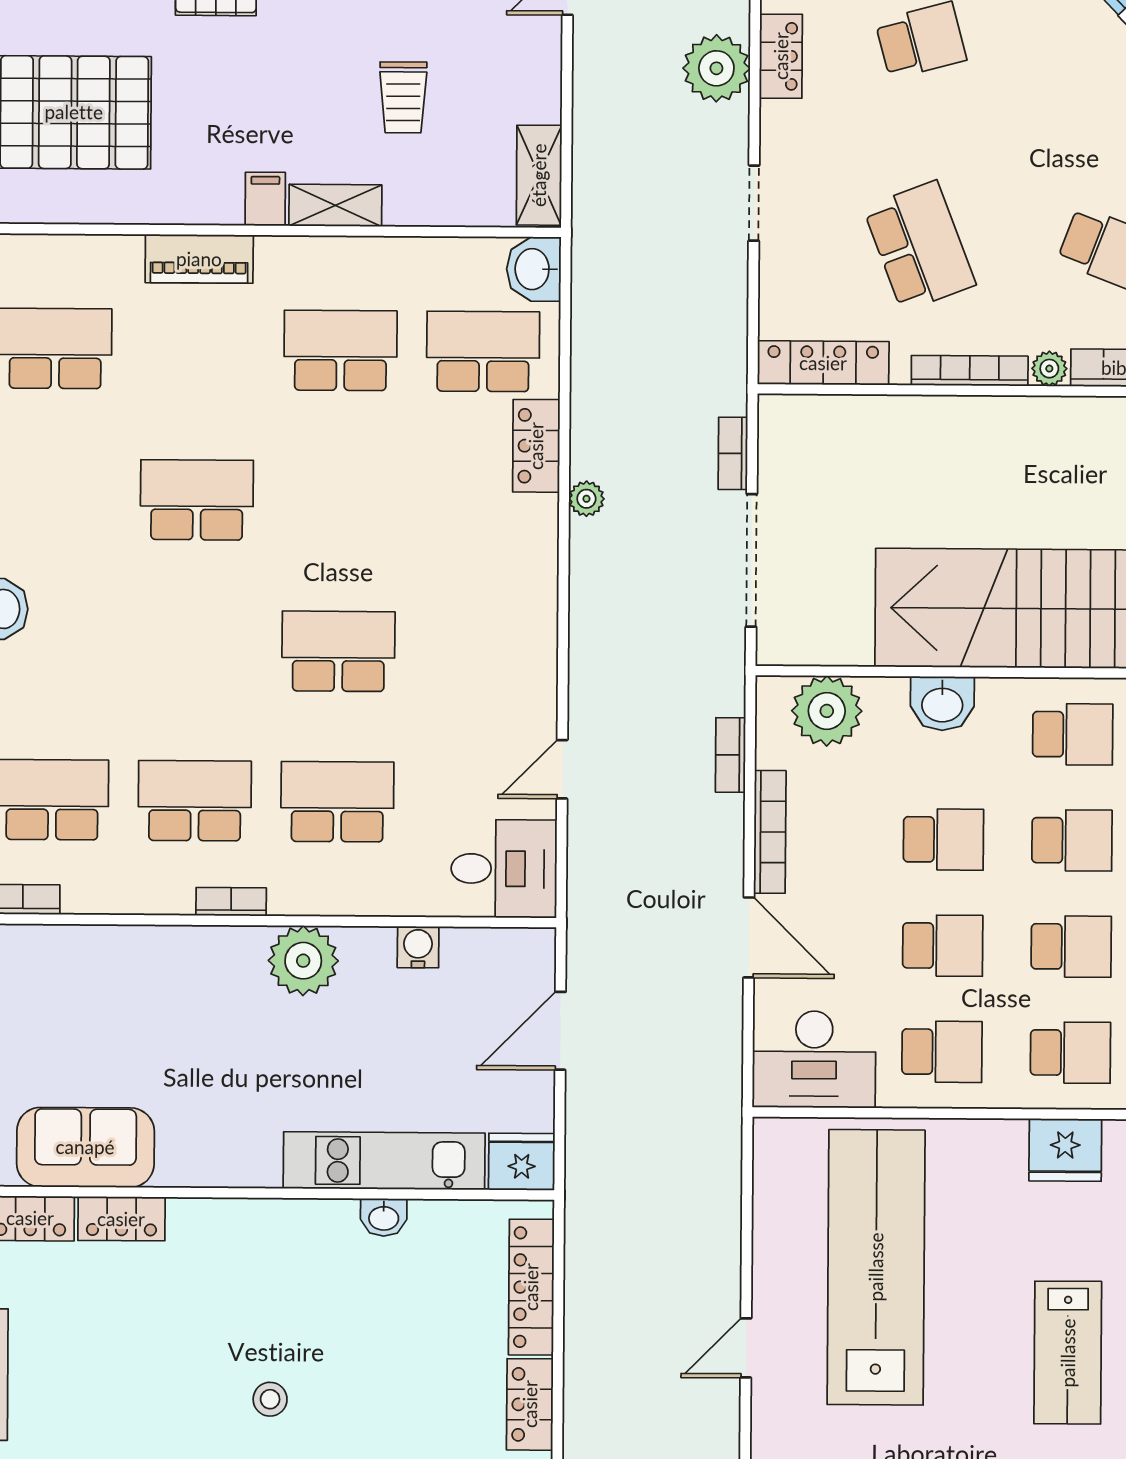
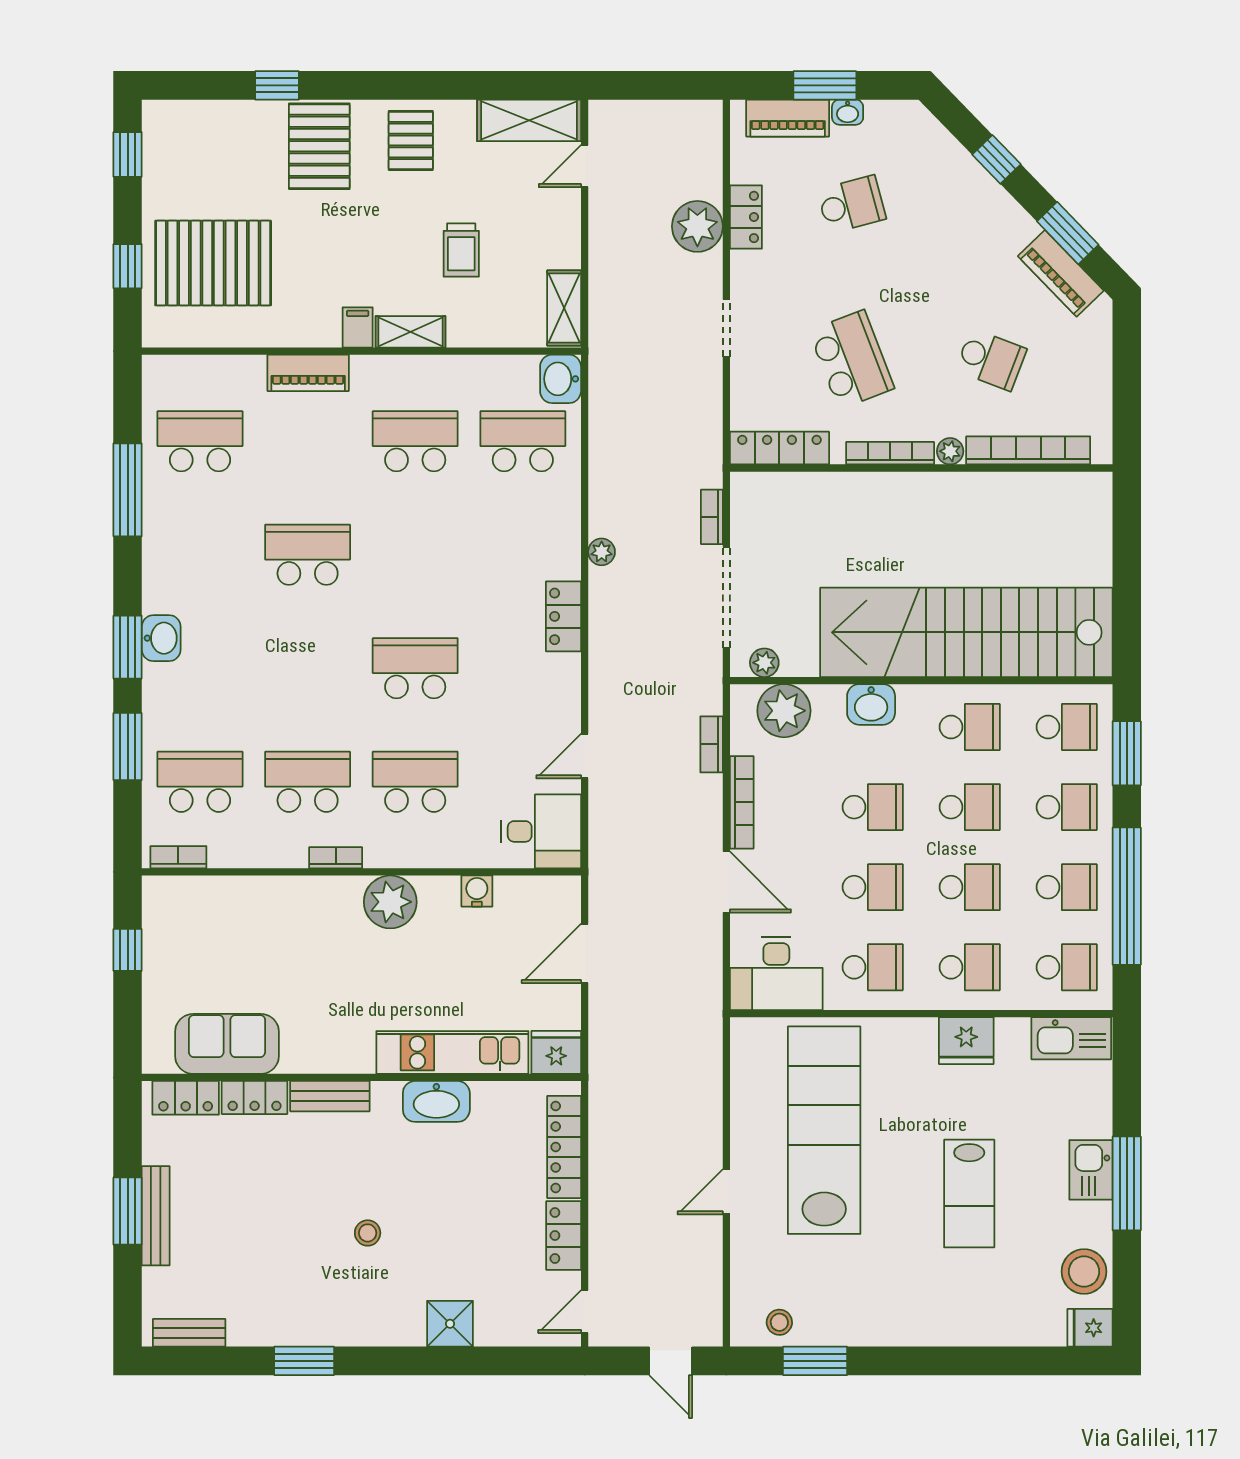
locker: (536, 446) -> (563, 616), moved
plant: (801, 647) -> (764, 663), added
washbasin: (384, 1217) -> (436, 1101), width x1.91, depth x1.45
bench: (221, 1218) -> (330, 1096), added

